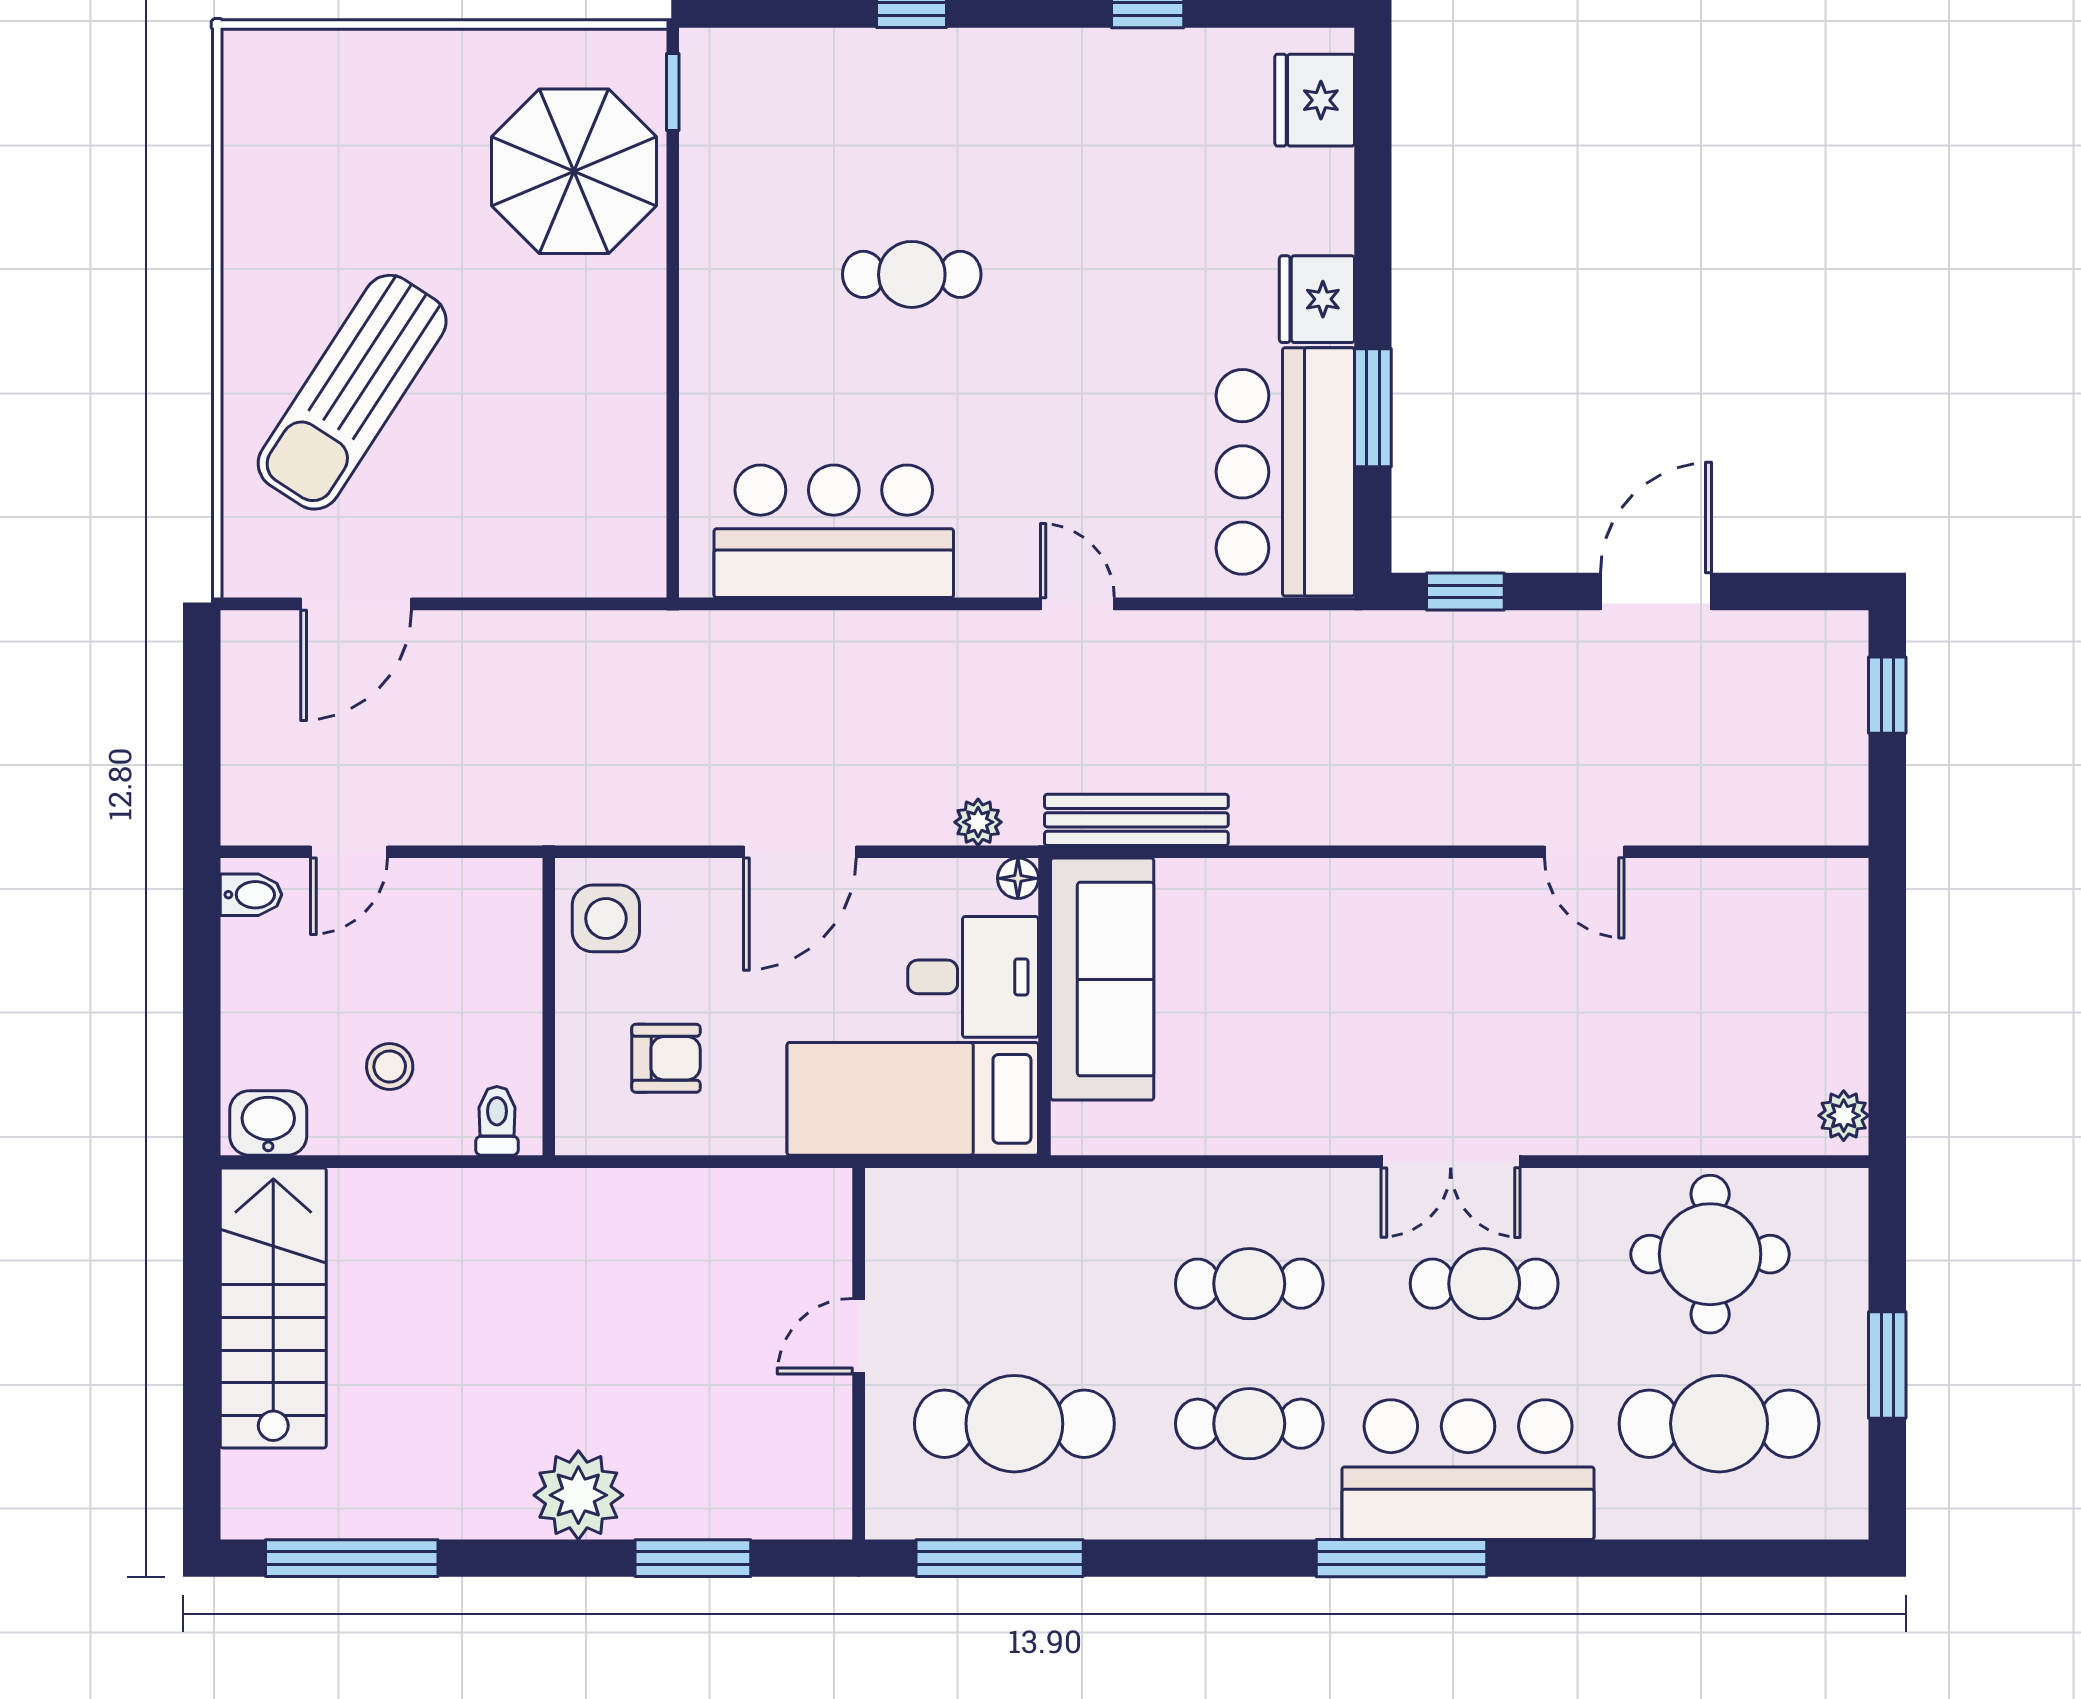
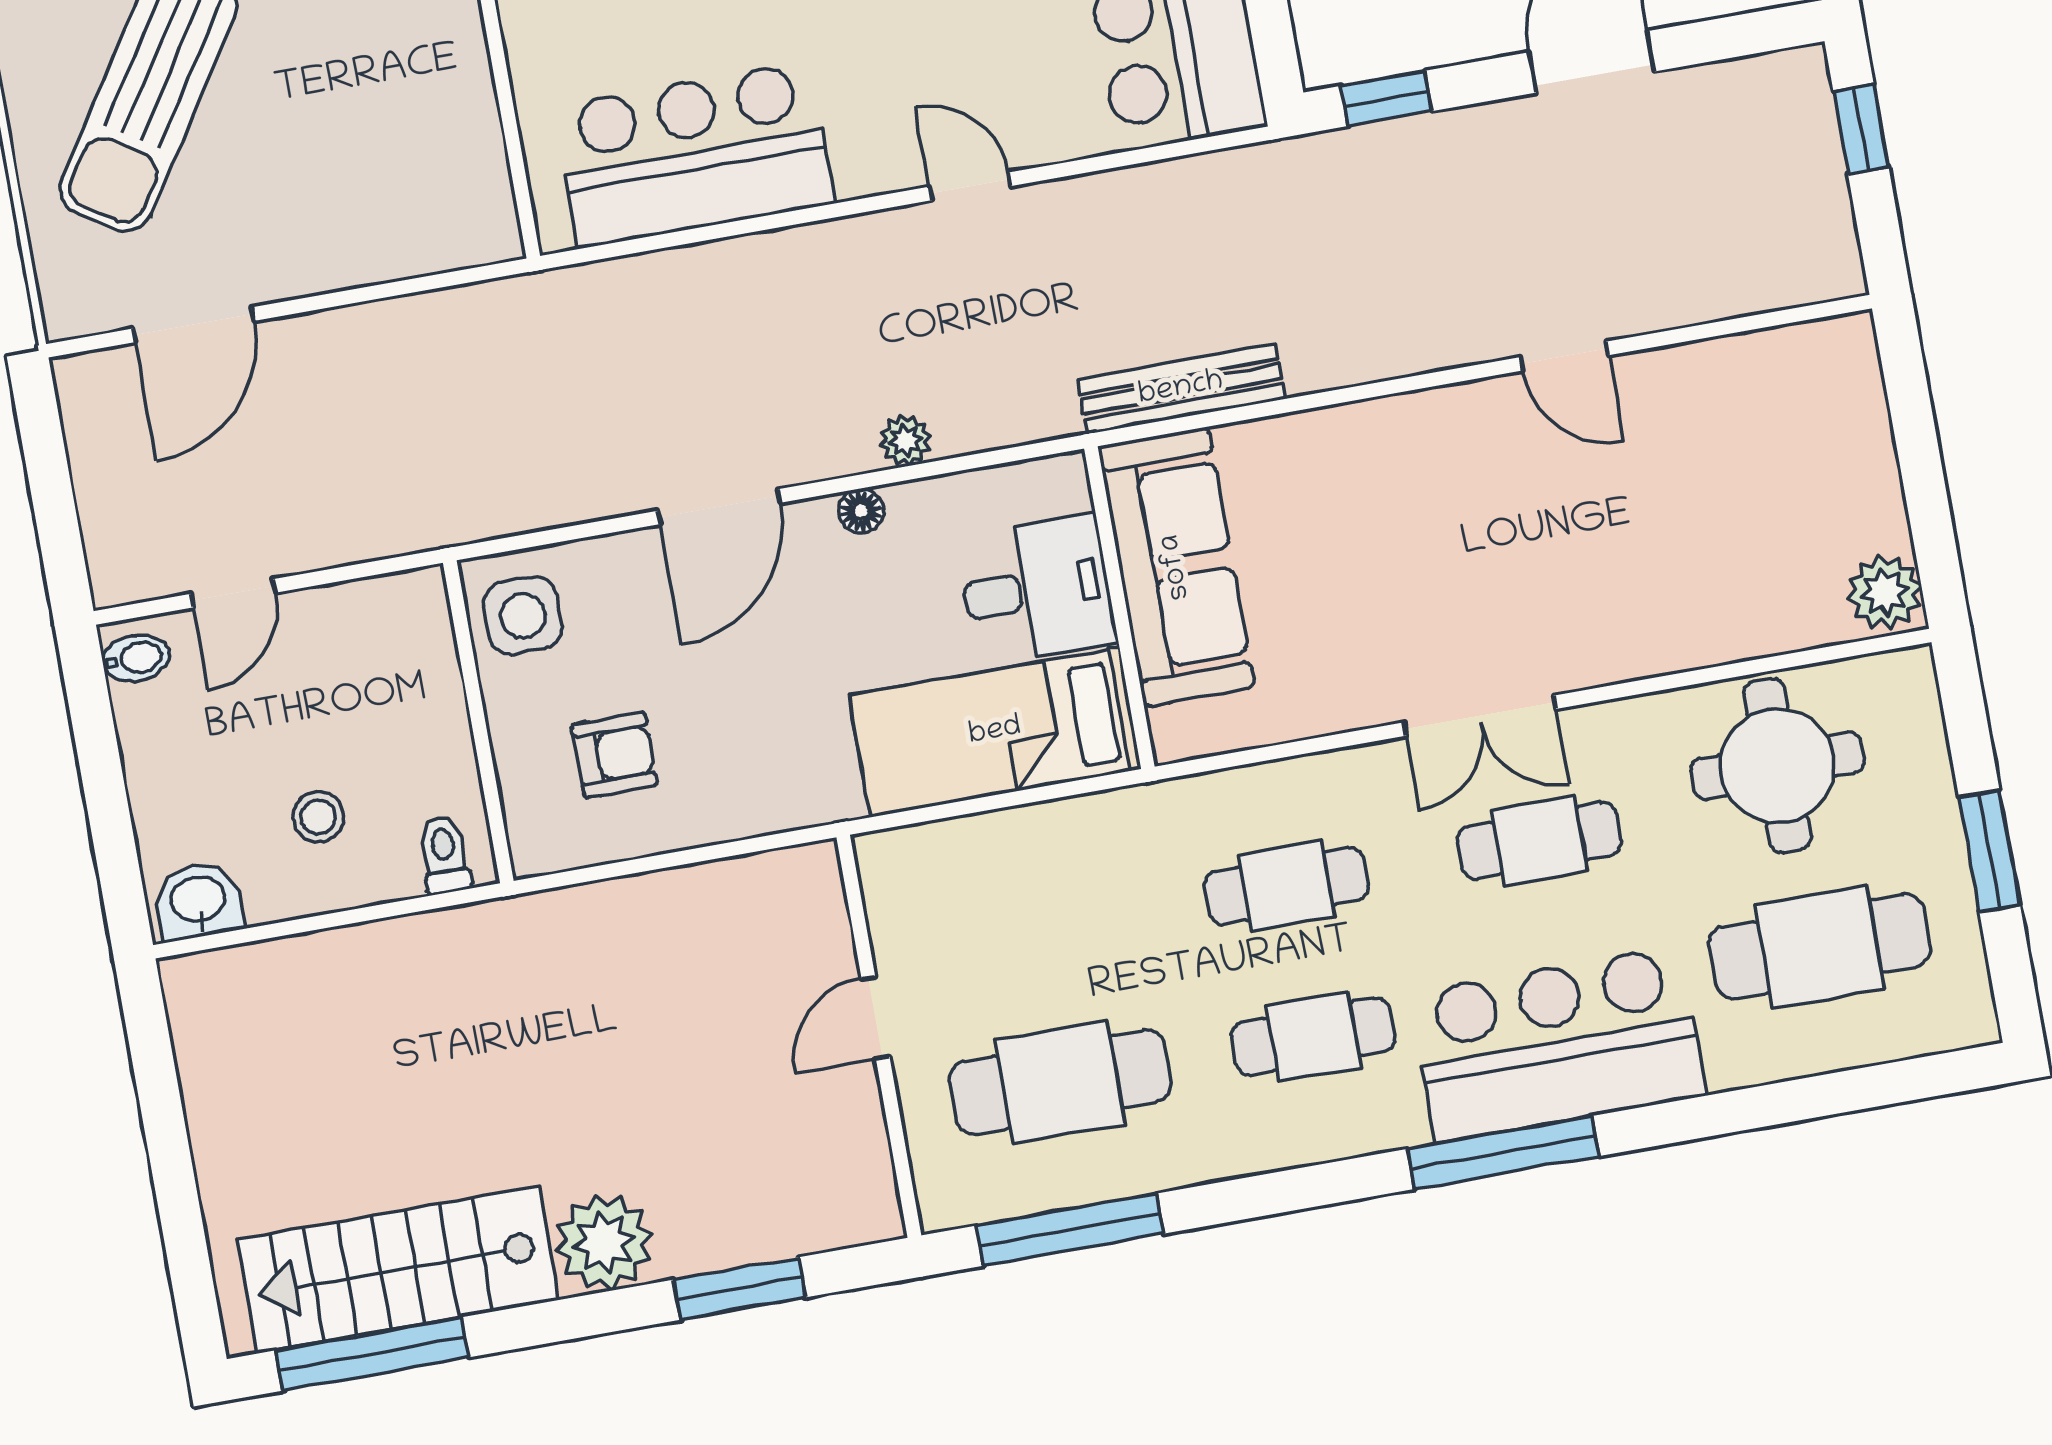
bench: (1136, 820) -> (1181, 389), moved
floor lamp: (1018, 878) -> (861, 511), moved
desk: (973, 977) -> (1037, 589), moved
sofa: (1102, 979) -> (1176, 567), moved
wall: (1045, 1007) -> (1119, 608), moved
bed: (913, 1099) -> (995, 732), moved
plant: (1844, 1116) -> (1885, 592), width x1.38, depth x1.38
stairs: (273, 1308) -> (398, 1270), moved, turned -90

